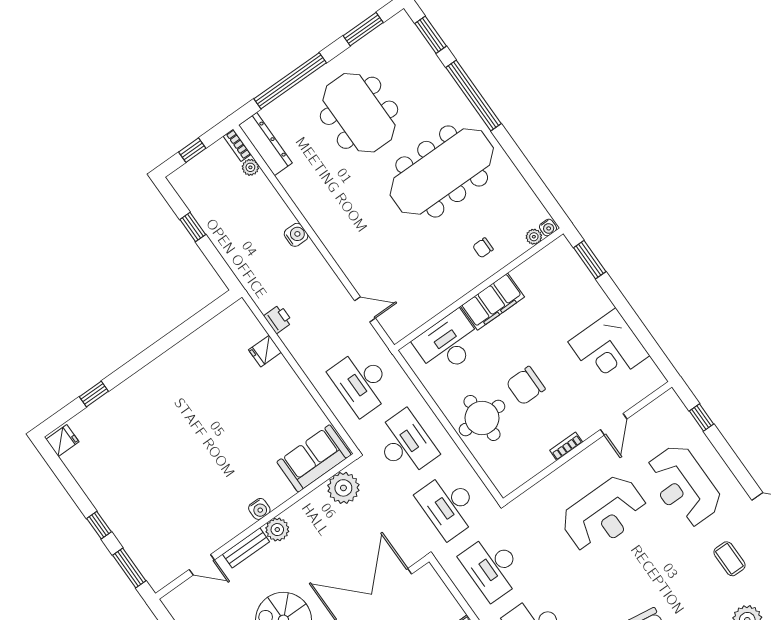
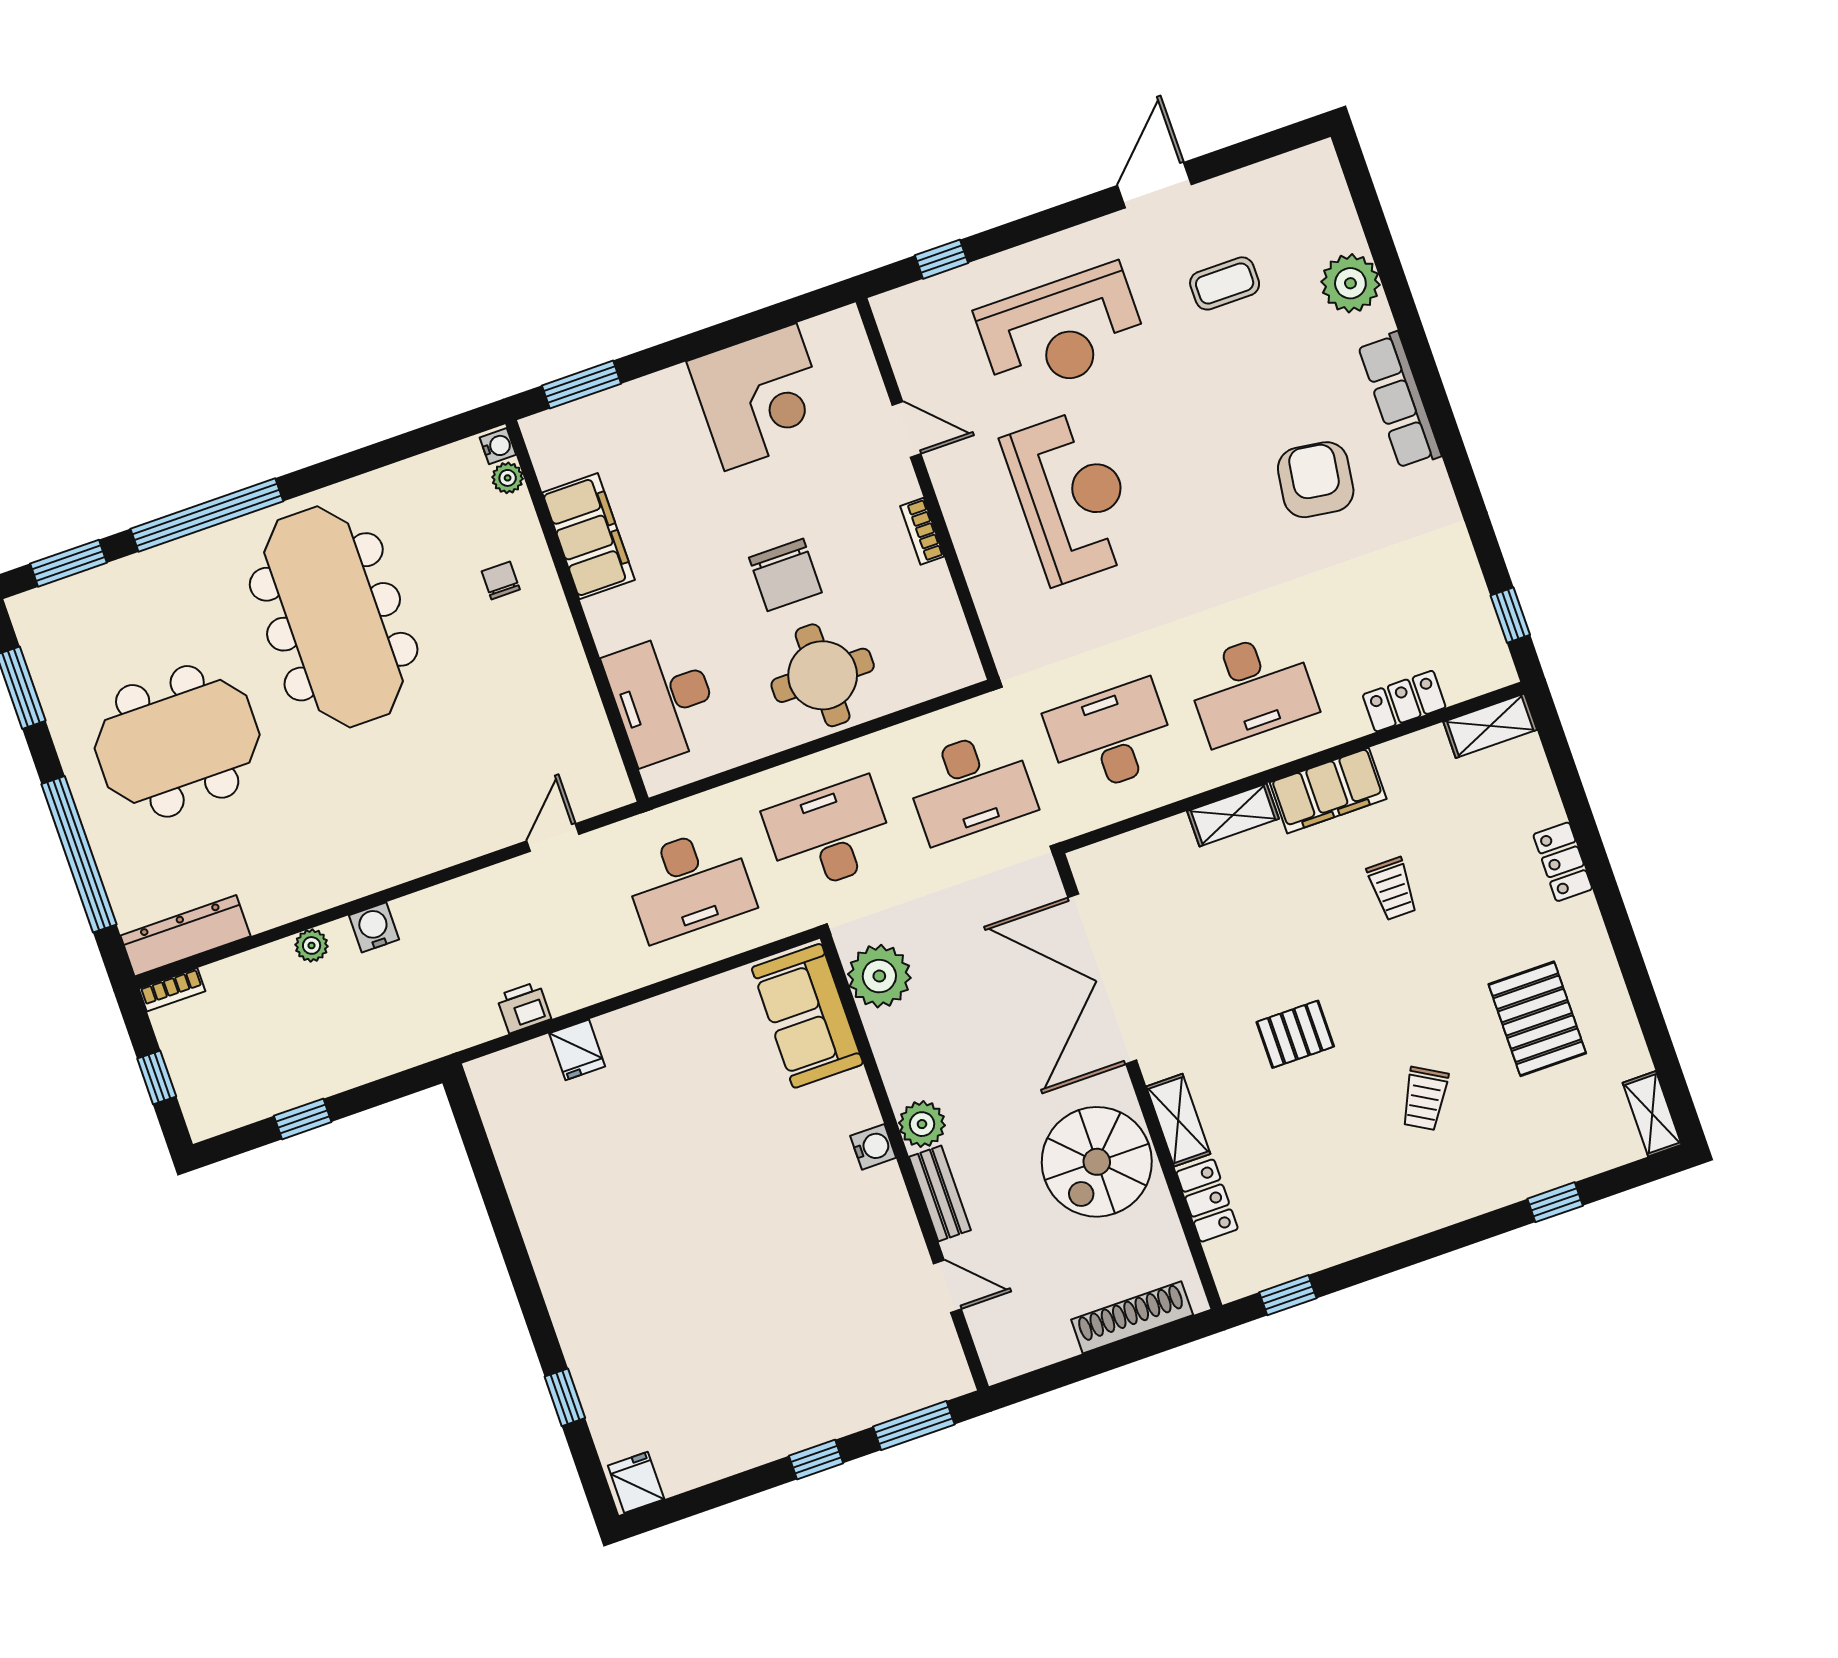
plant: (250, 167) -> (312, 945), moved
chair: (483, 248) -> (501, 580), turned 180
filing cabinet: (492, 302) -> (589, 536), moved
door: (202, 565) -> (947, 1286), hinge flipped
desk: (492, 567) -> (1111, 737), turned 180

